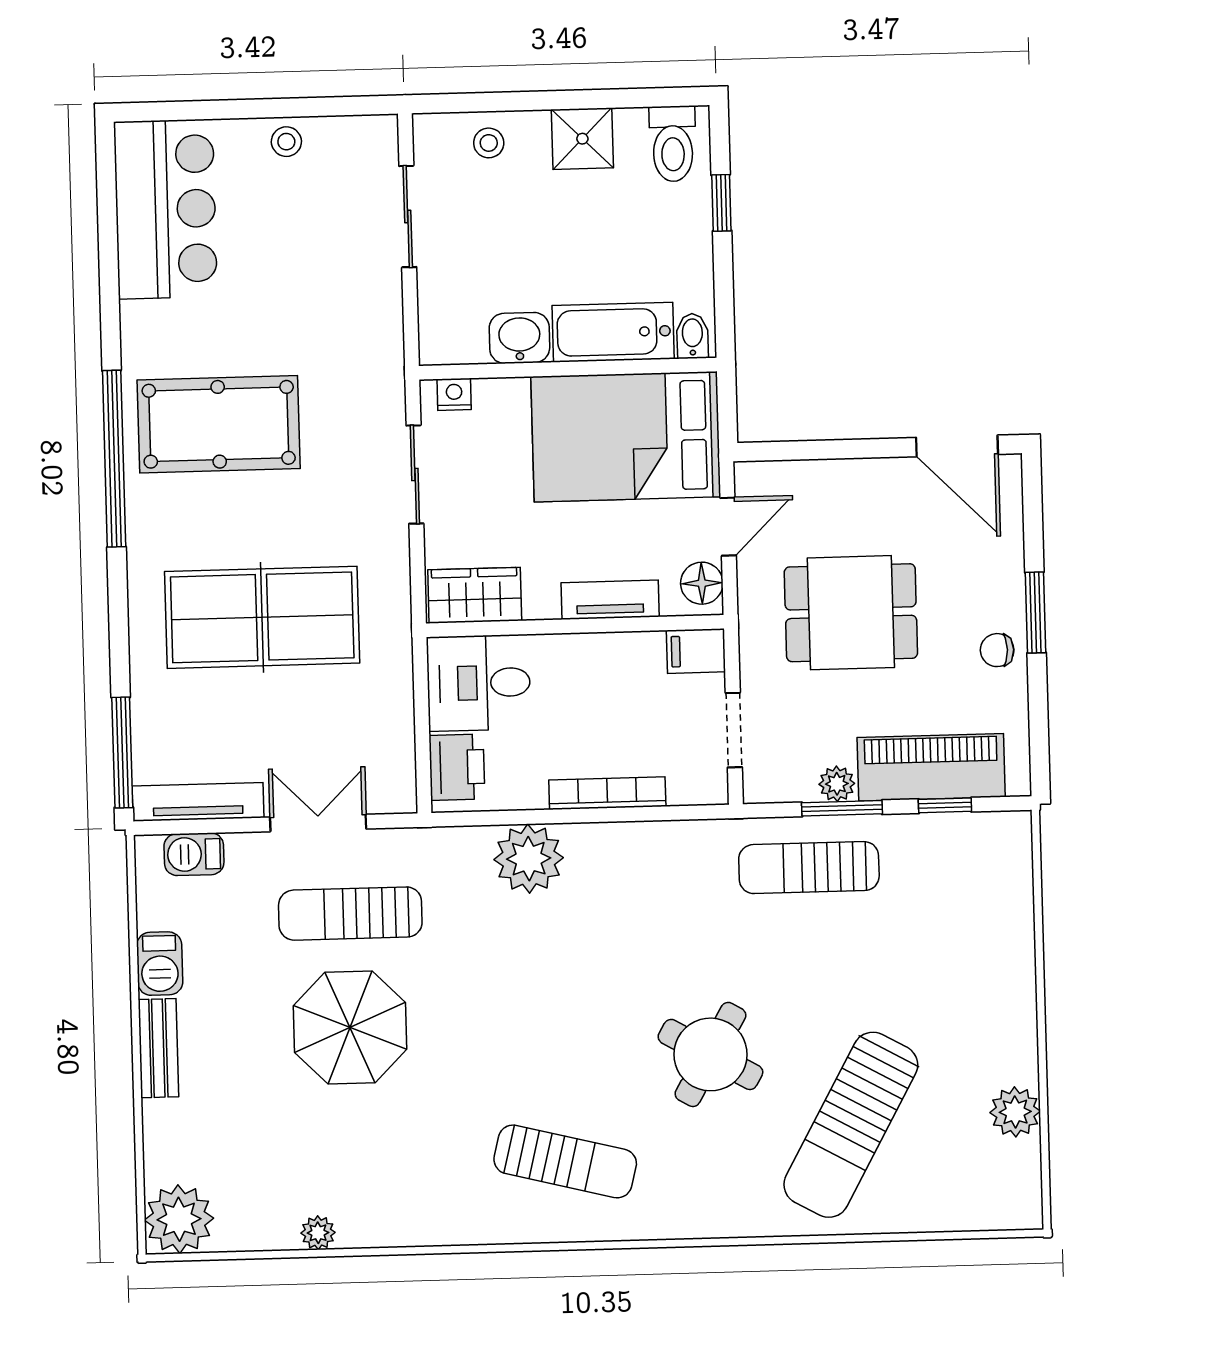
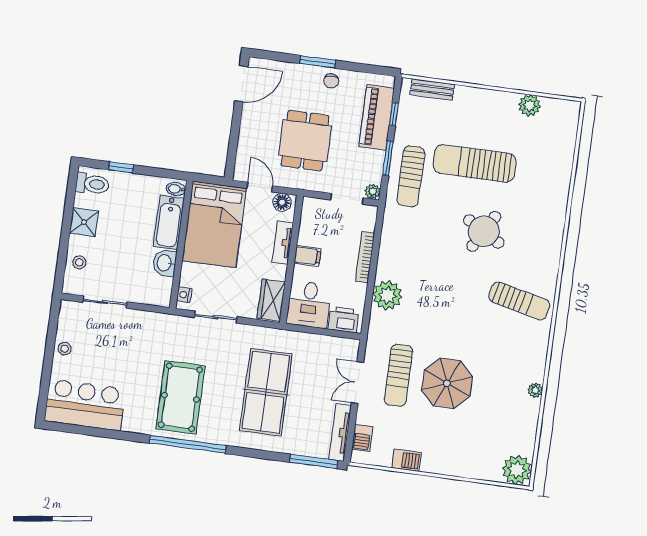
filing cabinet: (696, 651) -> (307, 256), moved, turned -90
plant: (837, 784) -> (373, 192), moved
bench: (158, 1048) -> (432, 89), moved
sun lounger: (851, 1125) -> (475, 163), moved, turned 151
sun lounger: (565, 1161) -> (519, 301), turned 89
plant: (318, 1233) -> (535, 390), moved

